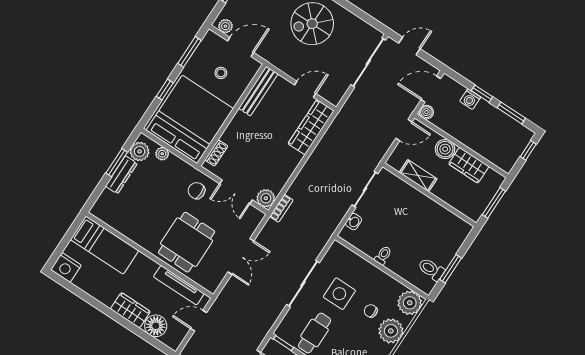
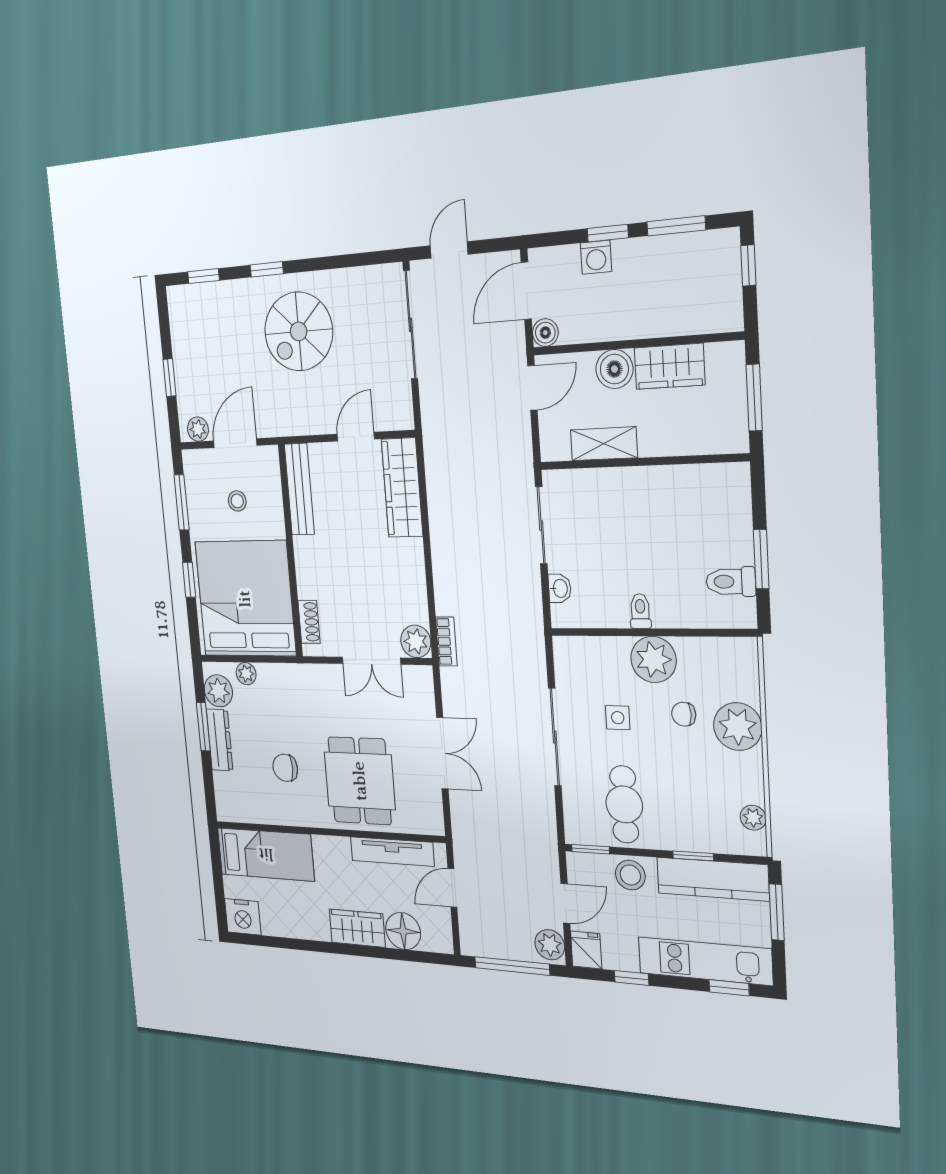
chair: (197, 191) -> (285, 768), moved
side table: (339, 294) -> (618, 718), width x0.54, depth x0.54
plant: (410, 303) -> (653, 659), moved

